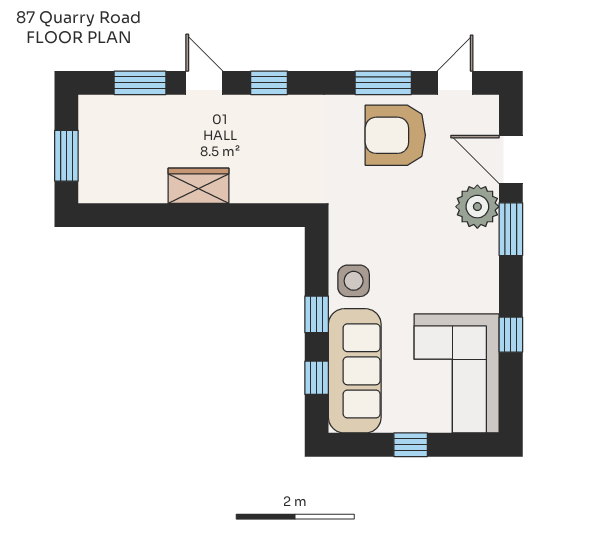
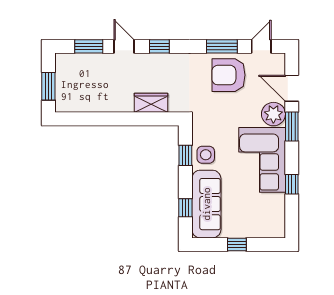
wardrobe: (198, 186) -> (151, 103), moved
window: (317, 314) -> (185, 155), moved
corner sofa: (457, 373) -> (262, 160), moved

